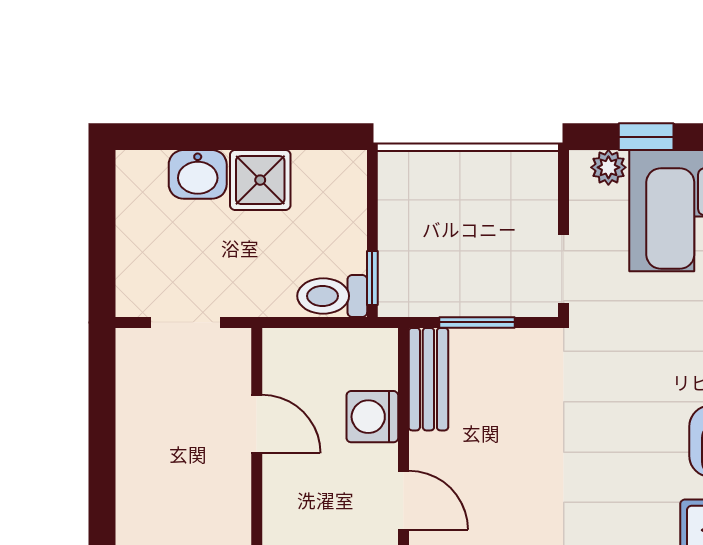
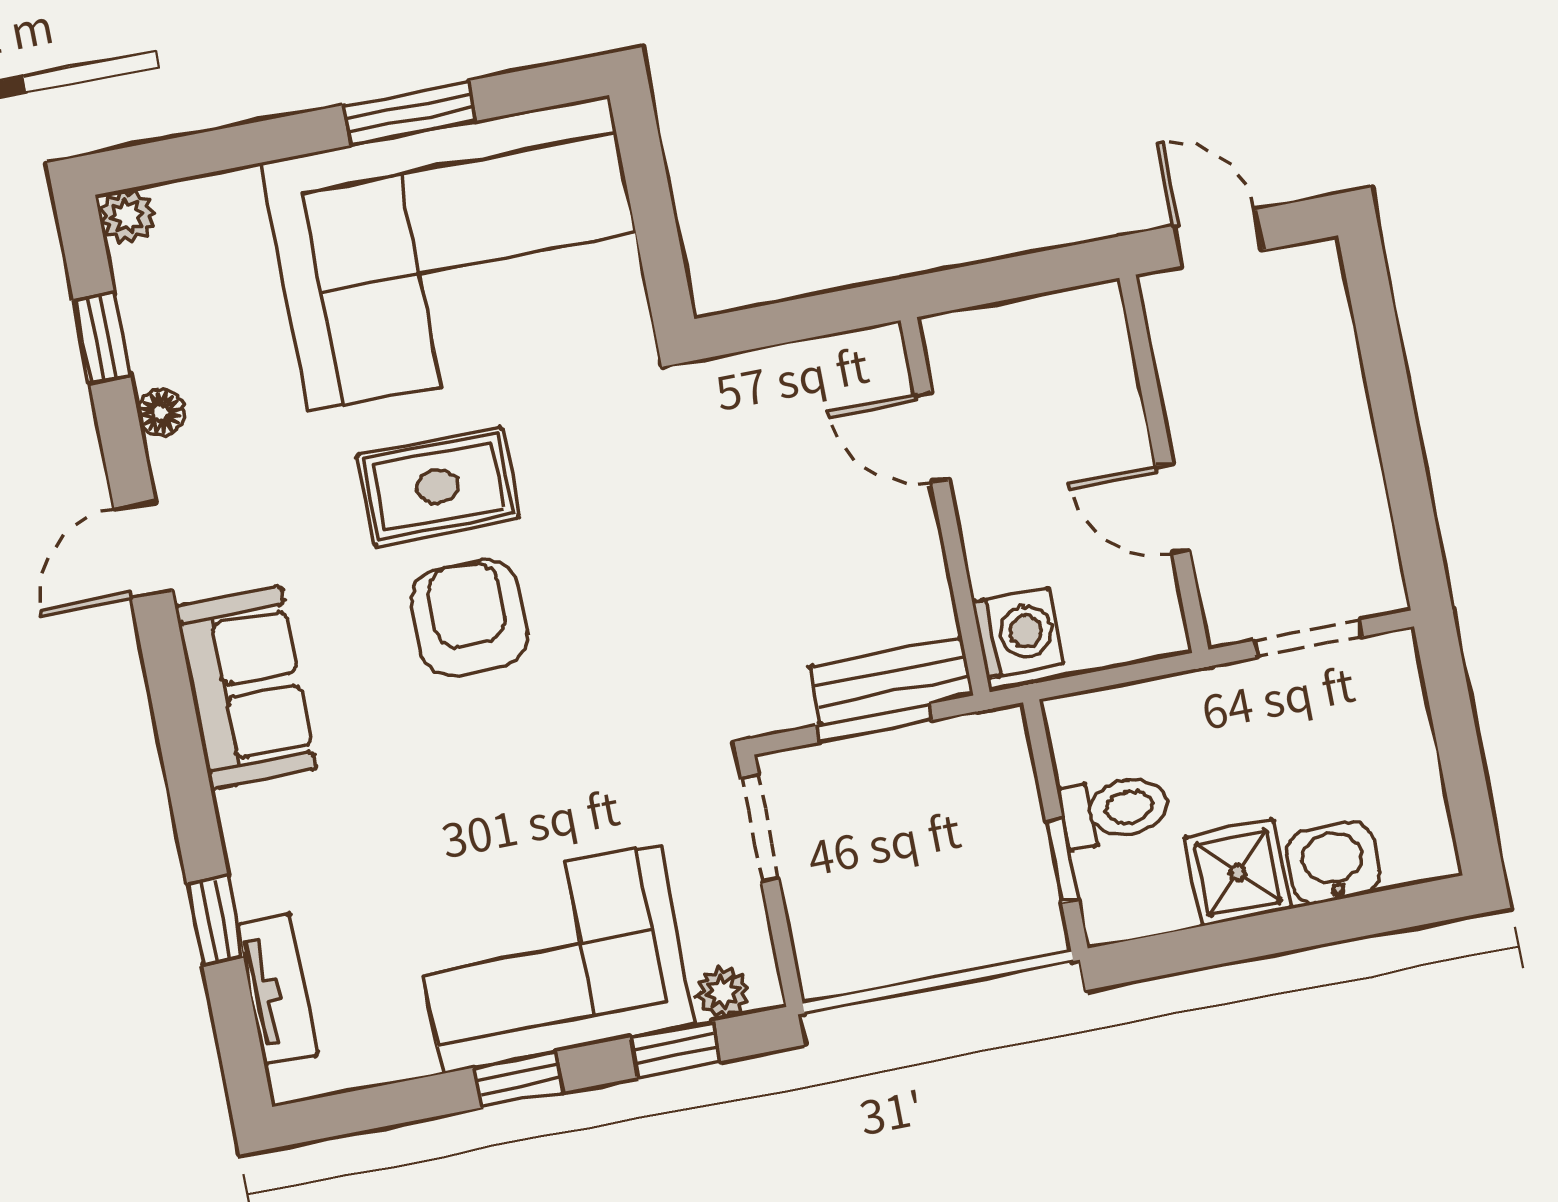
window: (372, 278) -> (1062, 861), moved
toilet: (332, 296) -> (1114, 810), moved
bench: (428, 379) -> (891, 681), moved, turned 90
washing machine: (372, 417) -> (1018, 633), moved

